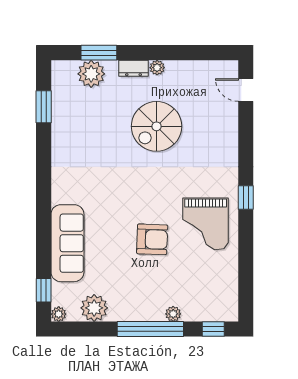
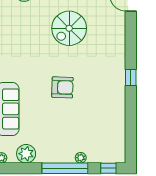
grand piano: (206, 224) -> (103, 96), removed
armchair: (152, 239) -> (62, 87), moved

